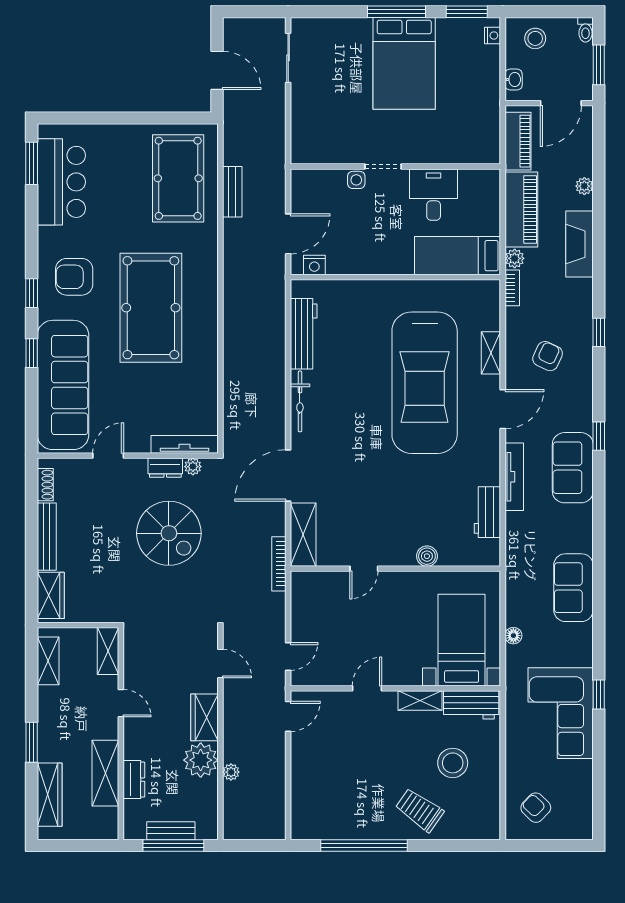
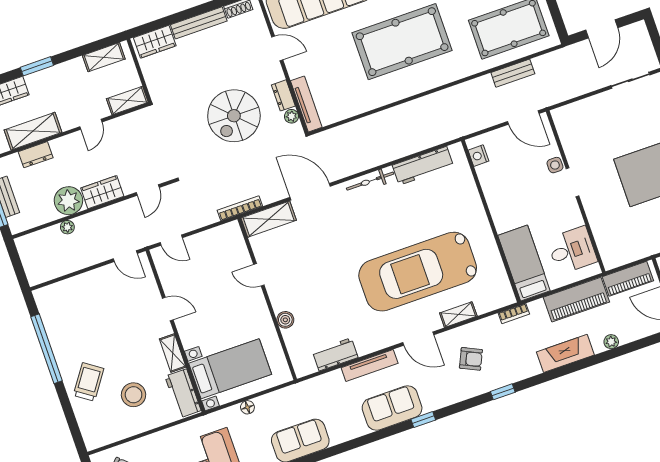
desk: (434, 195) -> (572, 250), moved
door: (288, 234) -> (523, 118), moved
plant: (515, 258) -> (537, 307), removed

